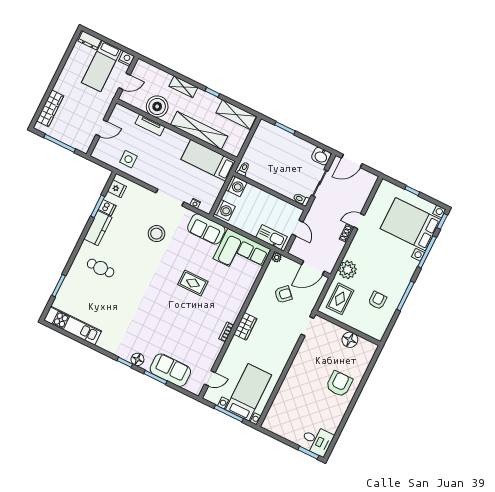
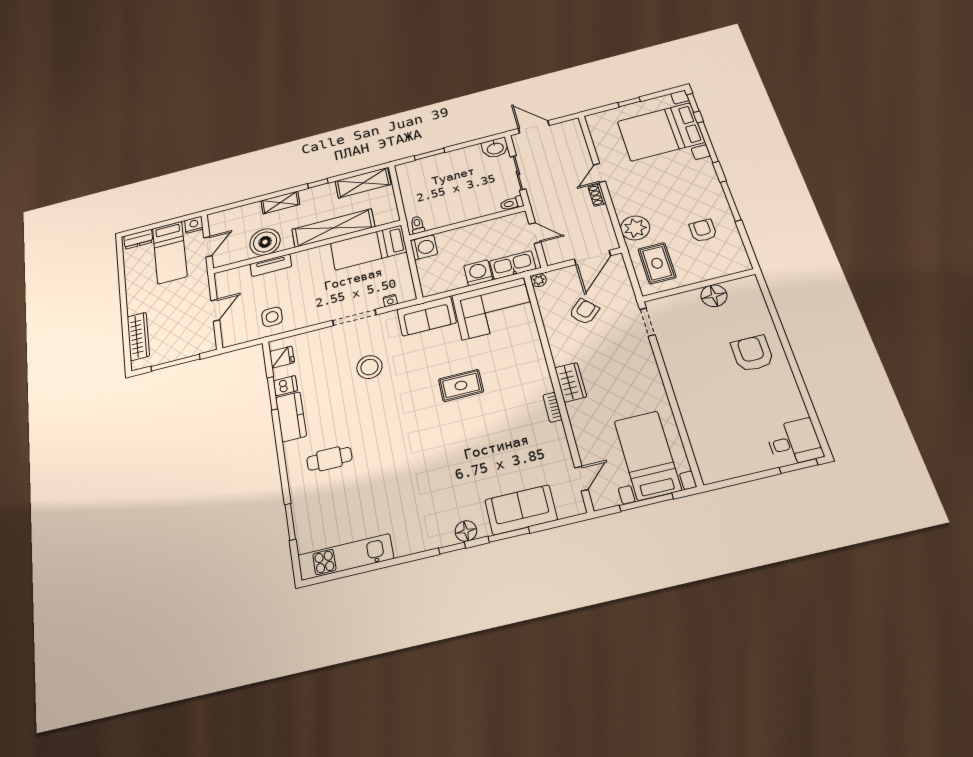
door: (352, 161) -> (534, 127), swing flipped
washing machine: (225, 210) -> (478, 273), moved, turned -90

